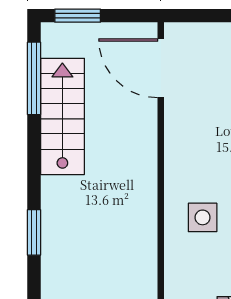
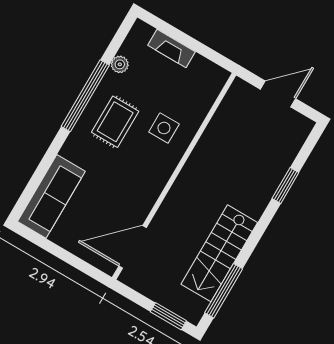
door: (161, 68) -> (133, 247), swing flipped

